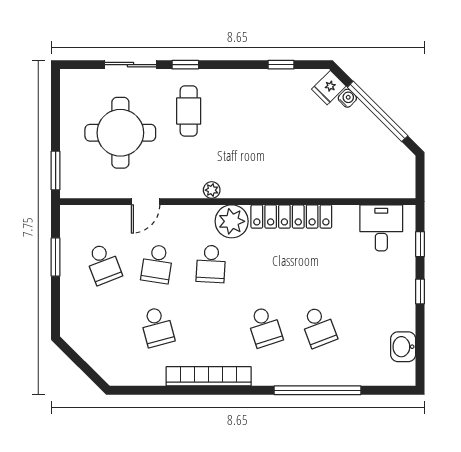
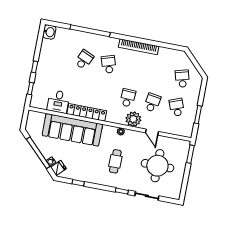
cafe table: (189, 111) -> (115, 161), moved
sofa: (315, 174) -> (72, 130), added
door: (146, 202) -> (152, 132), swing flipped
plant: (232, 221) -> (133, 119), moved
desk: (381, 228) -> (58, 102), moved
school desk: (157, 327) -> (182, 79), moved
school desk: (318, 327) -> (84, 60), turned 45
washbasin: (403, 347) -> (49, 32), moved

